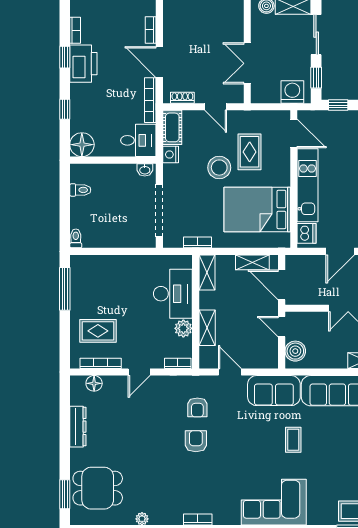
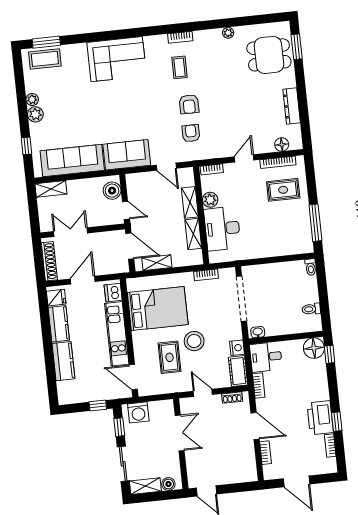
bookcase: (150, 100) -> (259, 386), width x0.64
window: (65, 109) -> (330, 354), moved
shelving: (207, 273) -> (193, 234), moved
coffee table: (293, 440) -> (179, 67), moved

